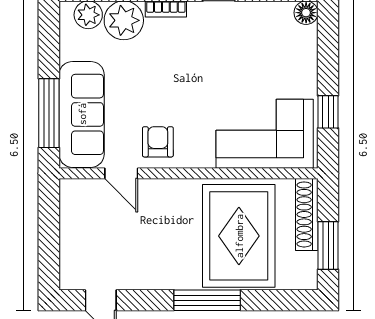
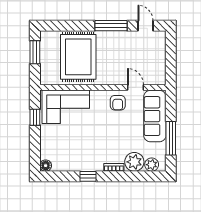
window: (49, 113) -> (171, 138), moved
shoe rack: (307, 214) -> (45, 67), removed
window: (207, 300) -> (111, 26), moved

